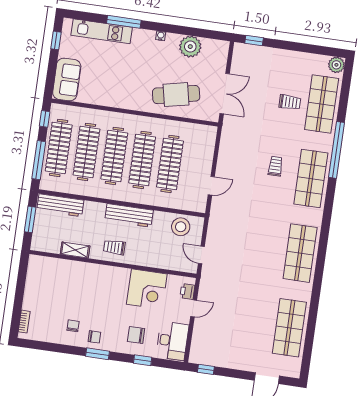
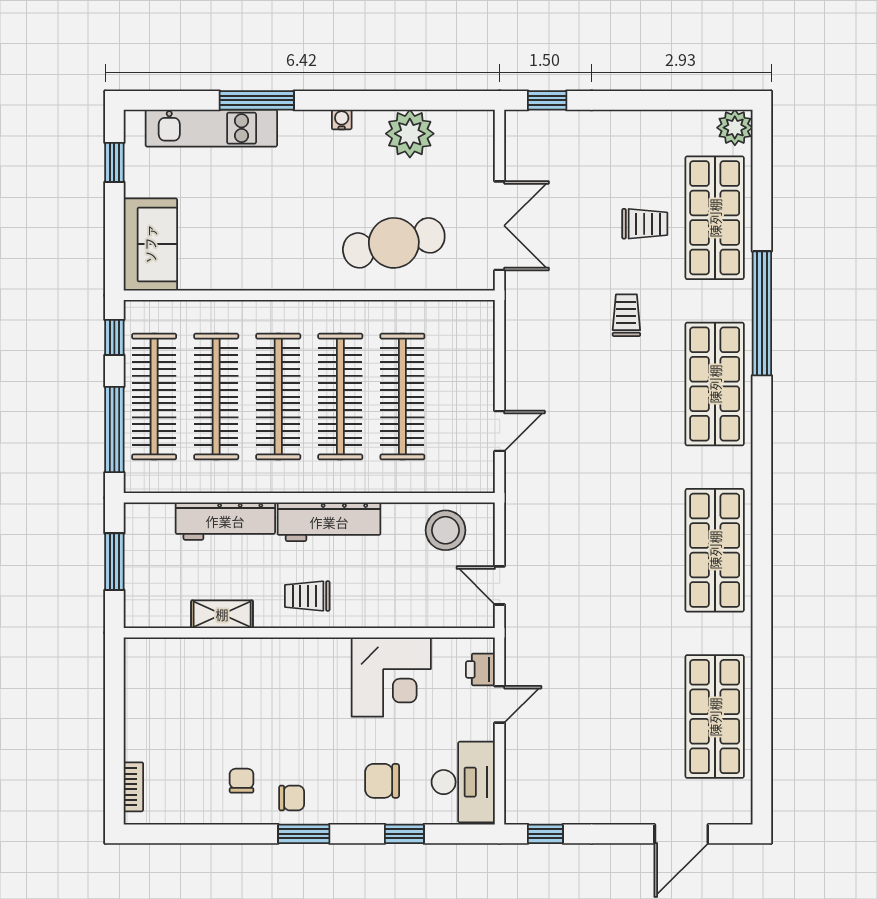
trolley: (275, 166) -> (626, 315), moved
workbench: (60, 205) -> (225, 521), moved

